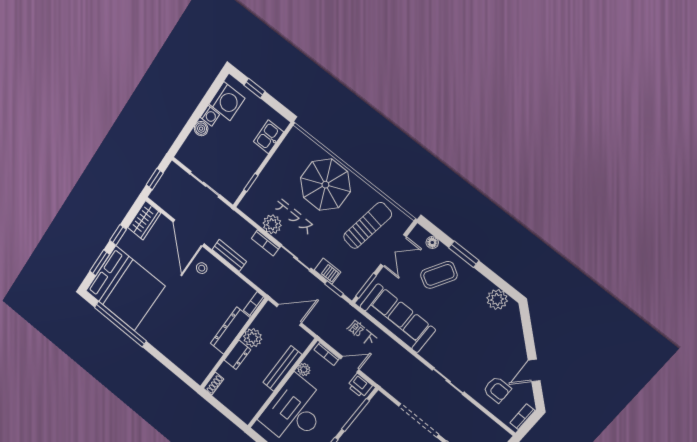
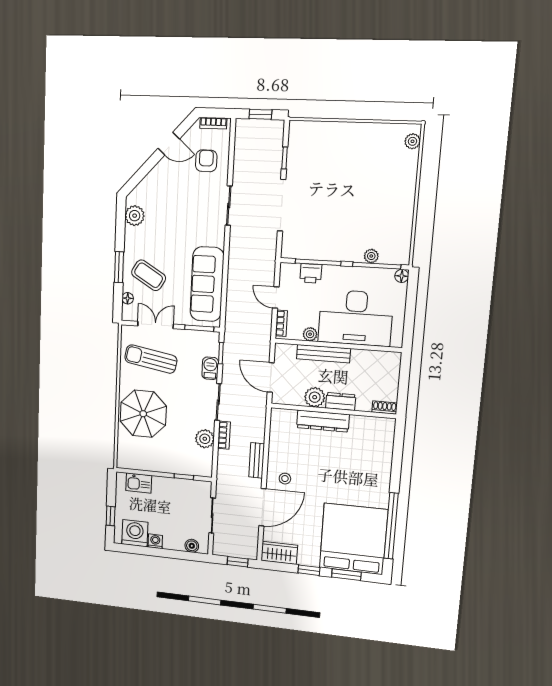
boiler: (201, 129) -> (192, 546), moved
bookcase: (254, 304) -> (283, 414), removed
printer: (360, 386) -> (311, 273), moved, turned 90

